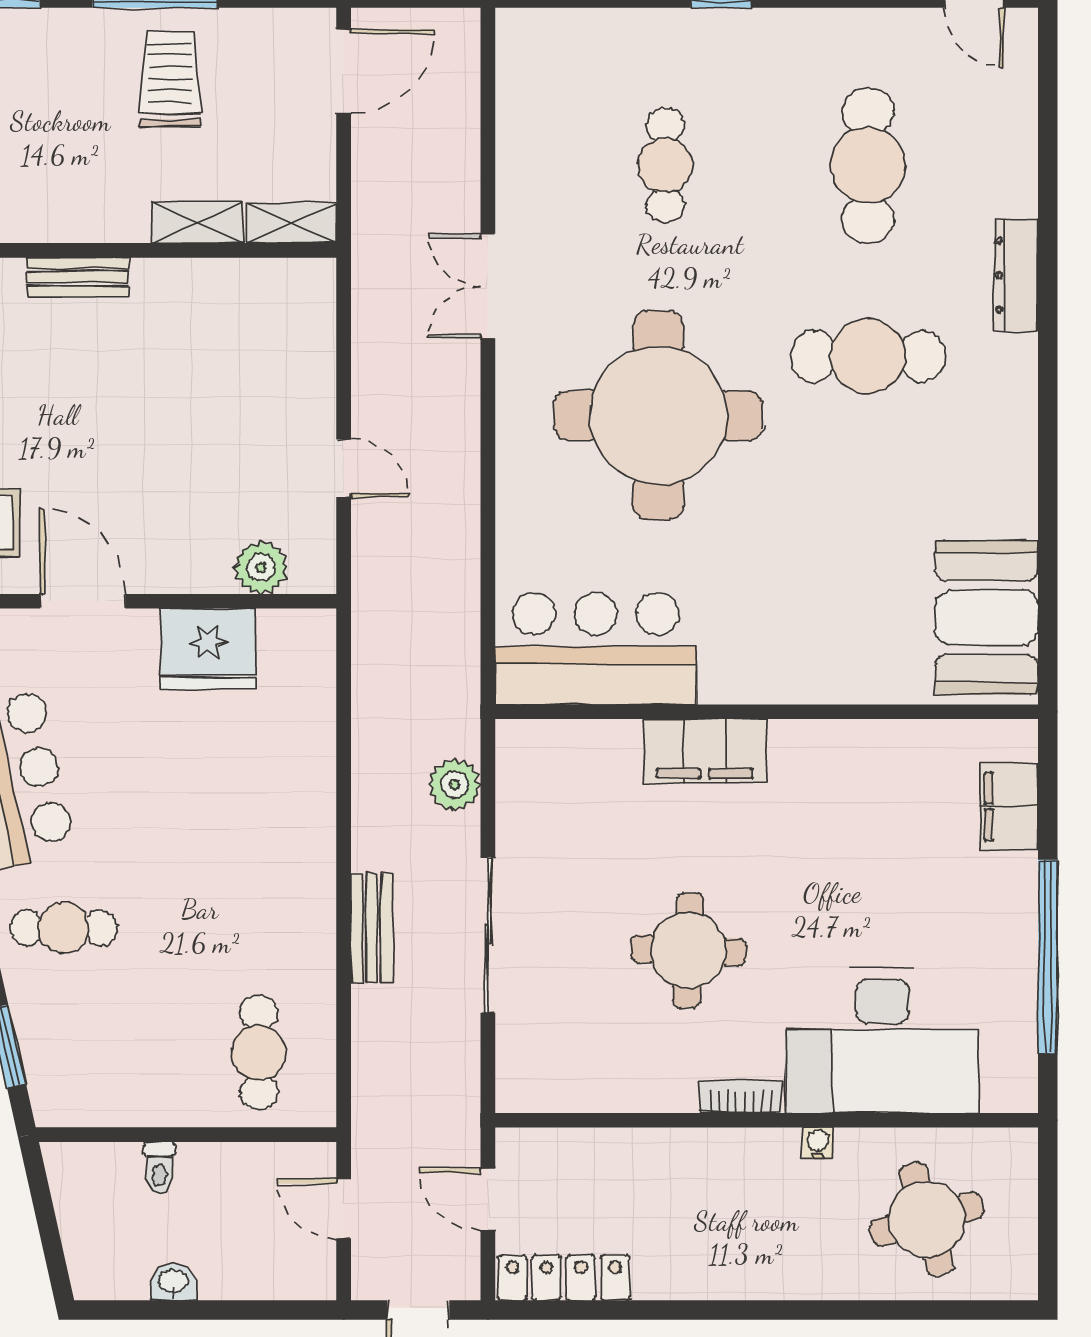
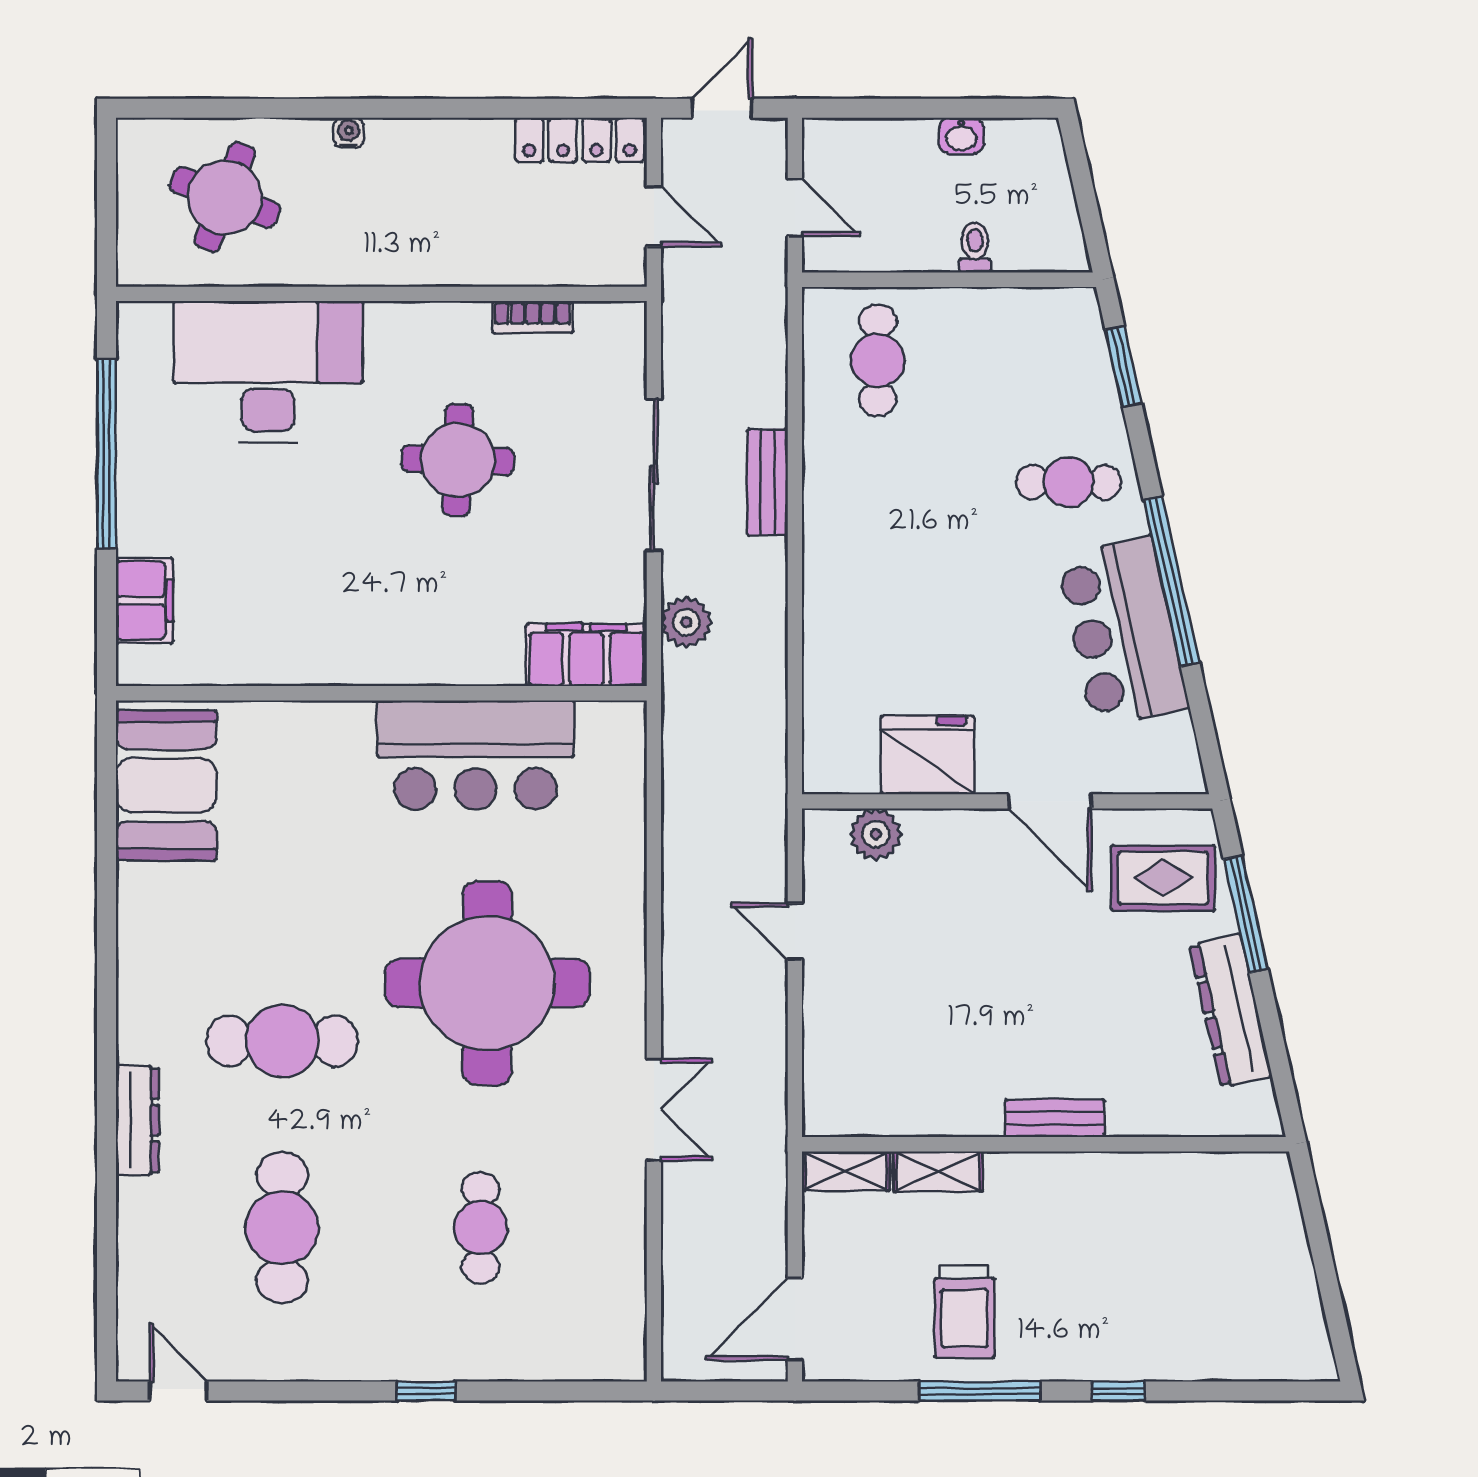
bar counter: (596, 649) -> (476, 755), moved
filing cabinet: (705, 751) -> (586, 655), moved
bookcase: (741, 1097) -> (533, 317), moved
water cooler: (818, 1143) -> (349, 133), moved, turned 180
round table: (927, 1219) -> (225, 197), turned 37

